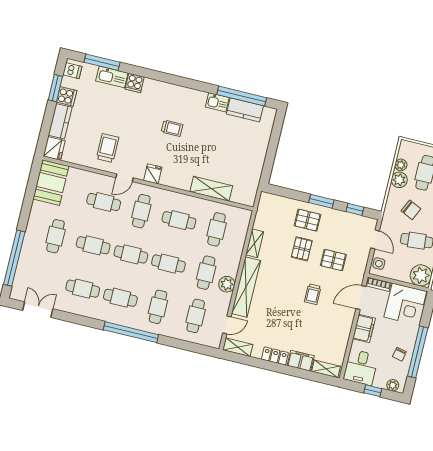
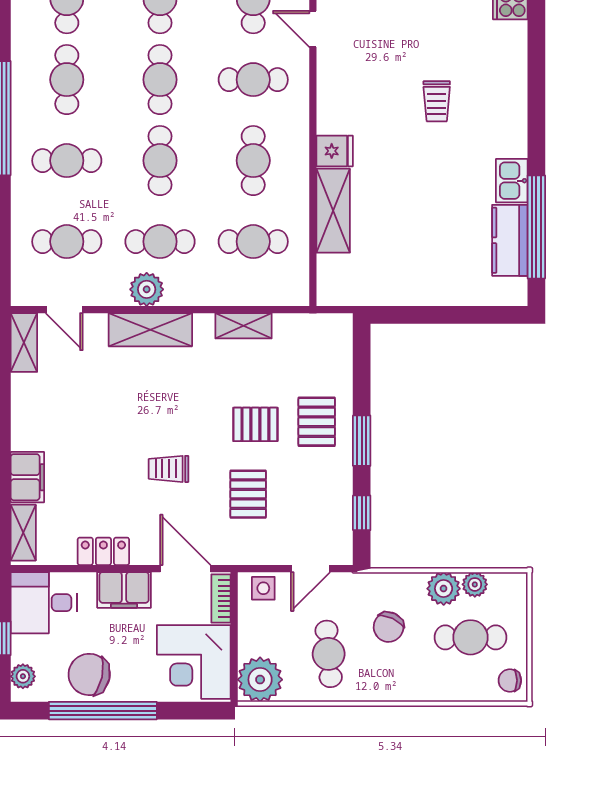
fridge: (153, 174) -> (335, 151), moved
shelving: (246, 287) -> (150, 330), width x0.68
chair: (399, 354) -> (89, 674), width x1.87, depth x1.87
locker: (275, 356) -> (103, 551), moved, turned -90

